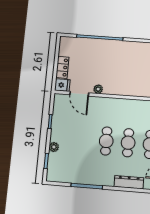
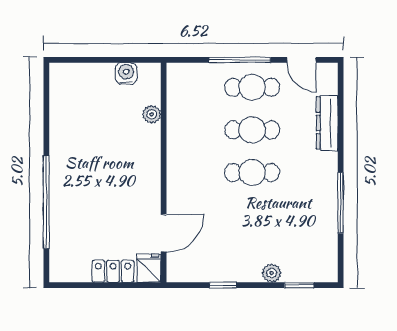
plant: (98, 89) -> (152, 114), moved

